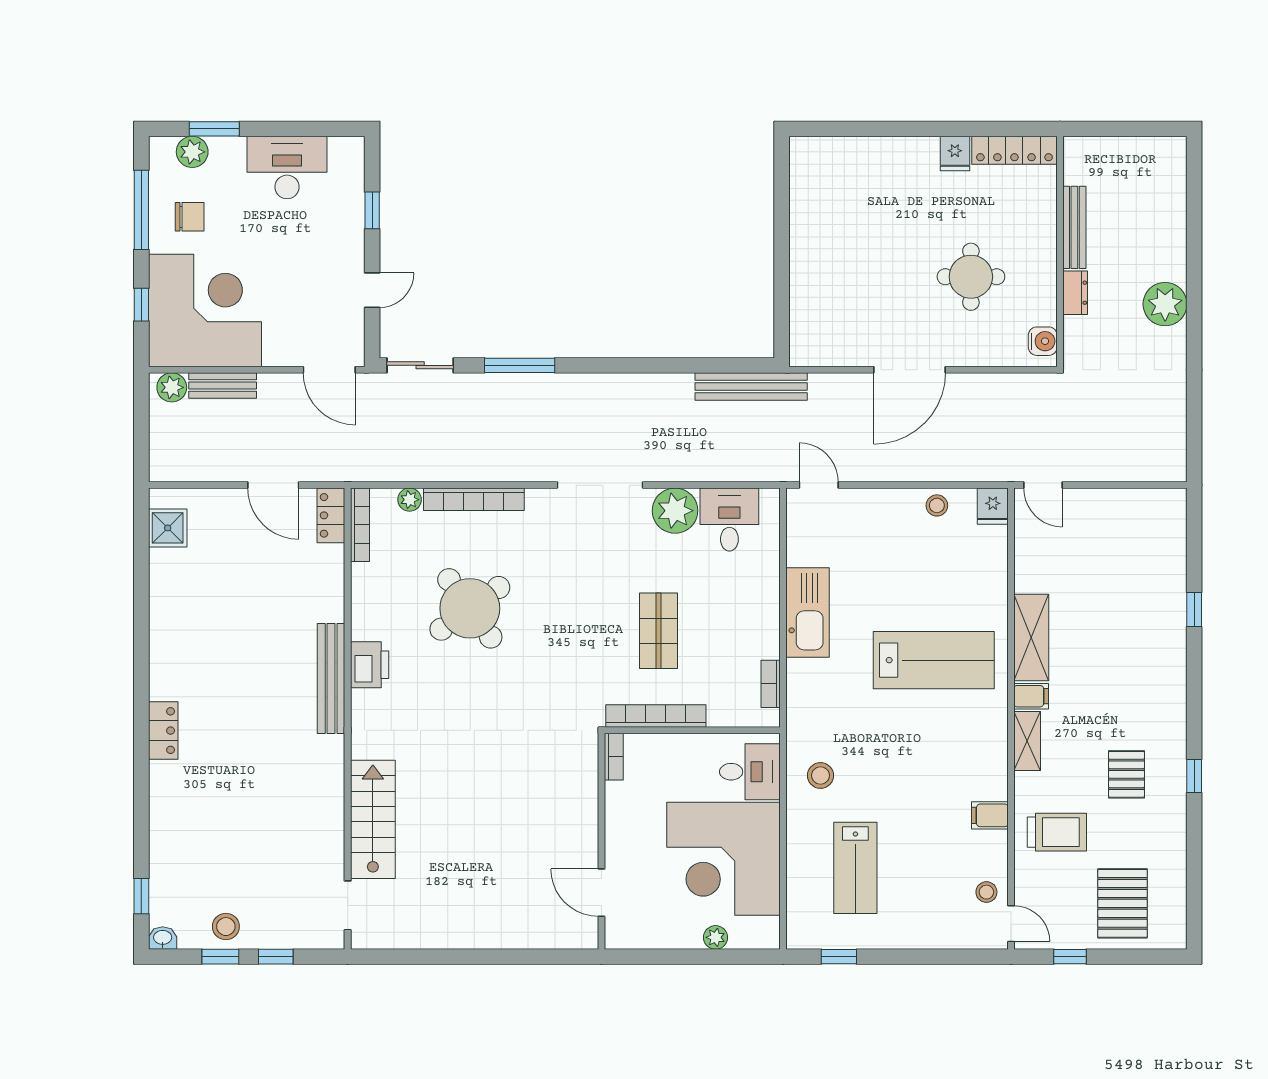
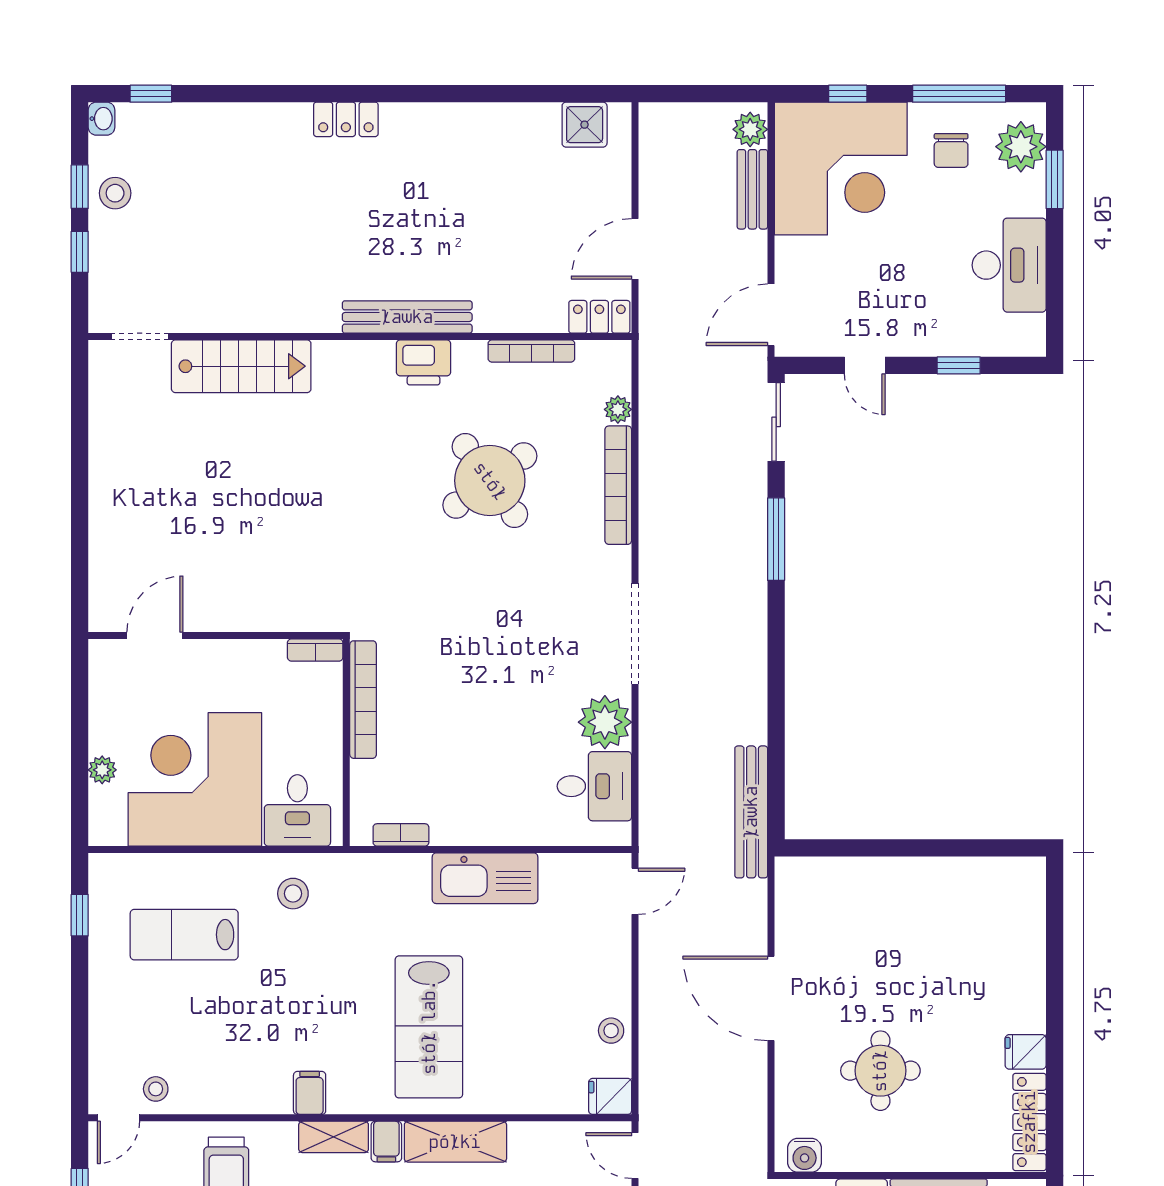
plant: (192, 152) -> (1021, 147), width x1.36, depth x1.36
door: (1043, 485) -> (635, 1156), hinge flipped
bookcase: (360, 525) -> (531, 351), moved
shop shelf: (658, 631) -> (463, 703), removed
filing cabinet: (990, 815) -> (310, 1093), moved

